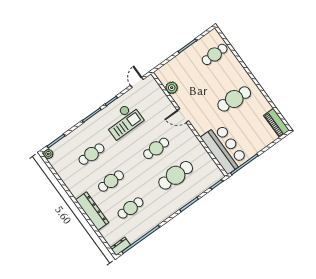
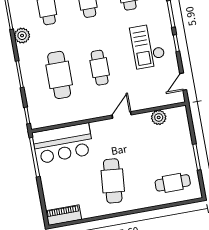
cafe table: (215, 54) -> (173, 183), turned 90
door: (137, 82) -> (183, 82), swing flipped
plant: (160, 216) -> (22, 36), added

